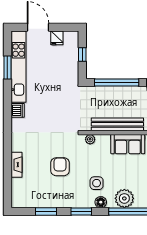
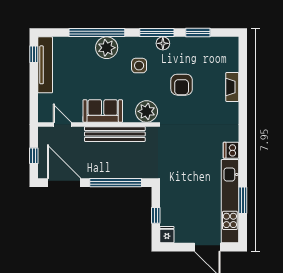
fridge: (57, 38) -> (167, 235), moved
plant: (90, 139) -> (147, 111), width x1.88, depth x1.88
floor lamp: (101, 202) -> (163, 43), moved
window: (81, 211) -> (157, 33), width x1.44

